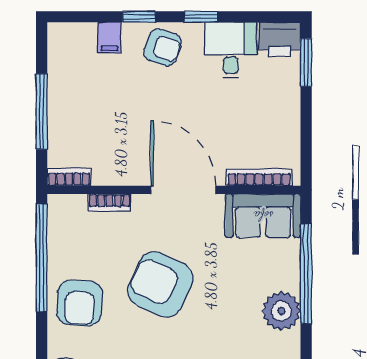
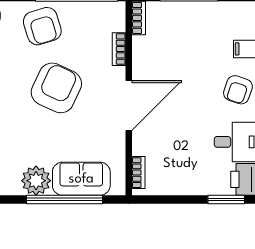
bookcase: (259, 177) -> (138, 173), width x0.64
sofa: (263, 216) -> (81, 179), moved, turned 90
armchair: (80, 303) -> (42, 26), turned -110

